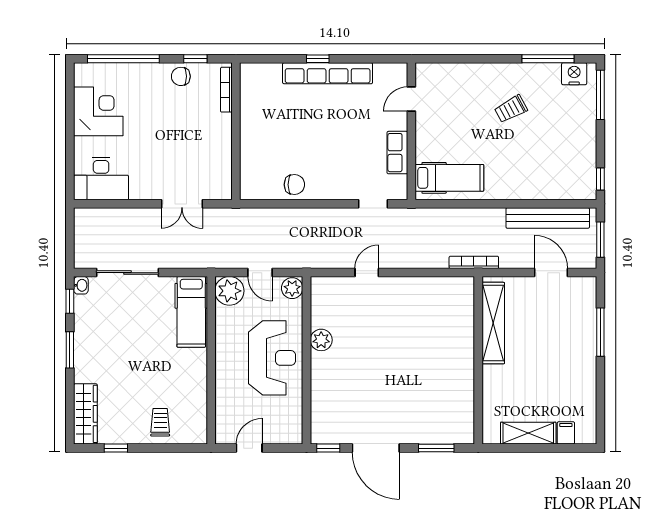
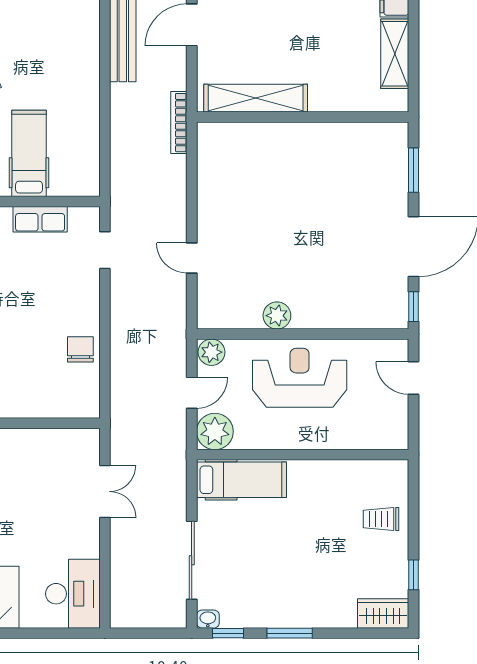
hospital bed: (449, 178) -> (29, 153), moved
wardrobe: (85, 414) -> (383, 613), width x0.67
door: (249, 448) -> (414, 378), moved

